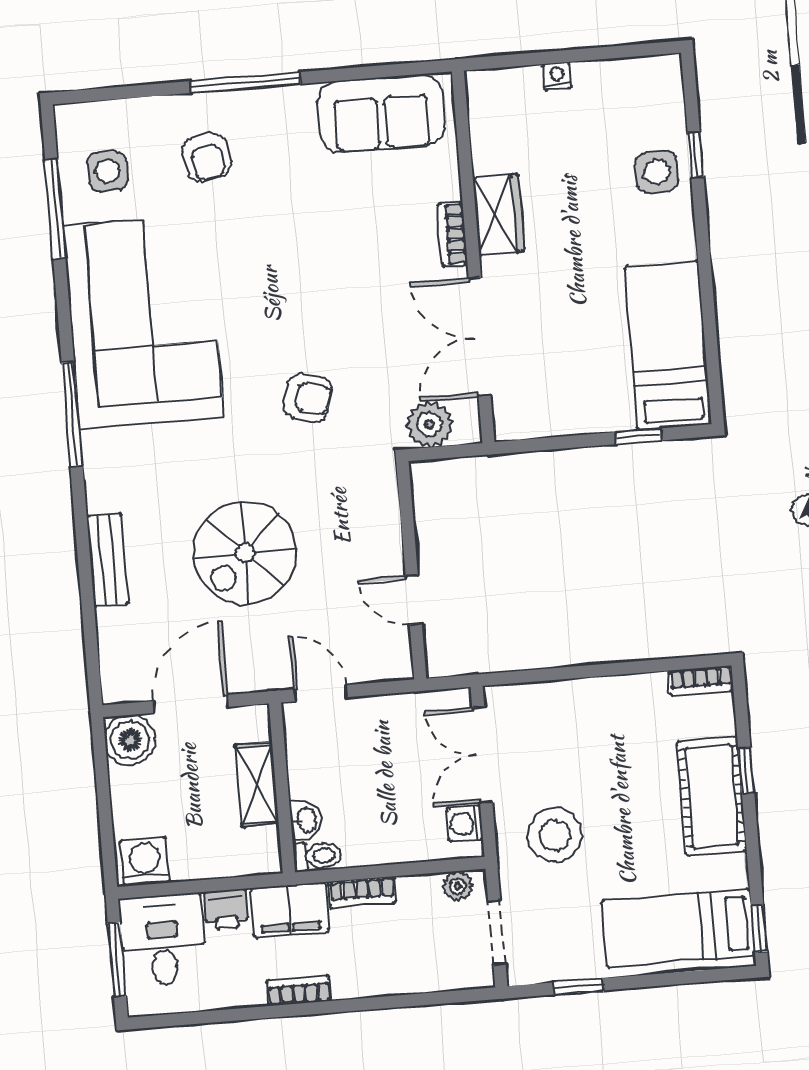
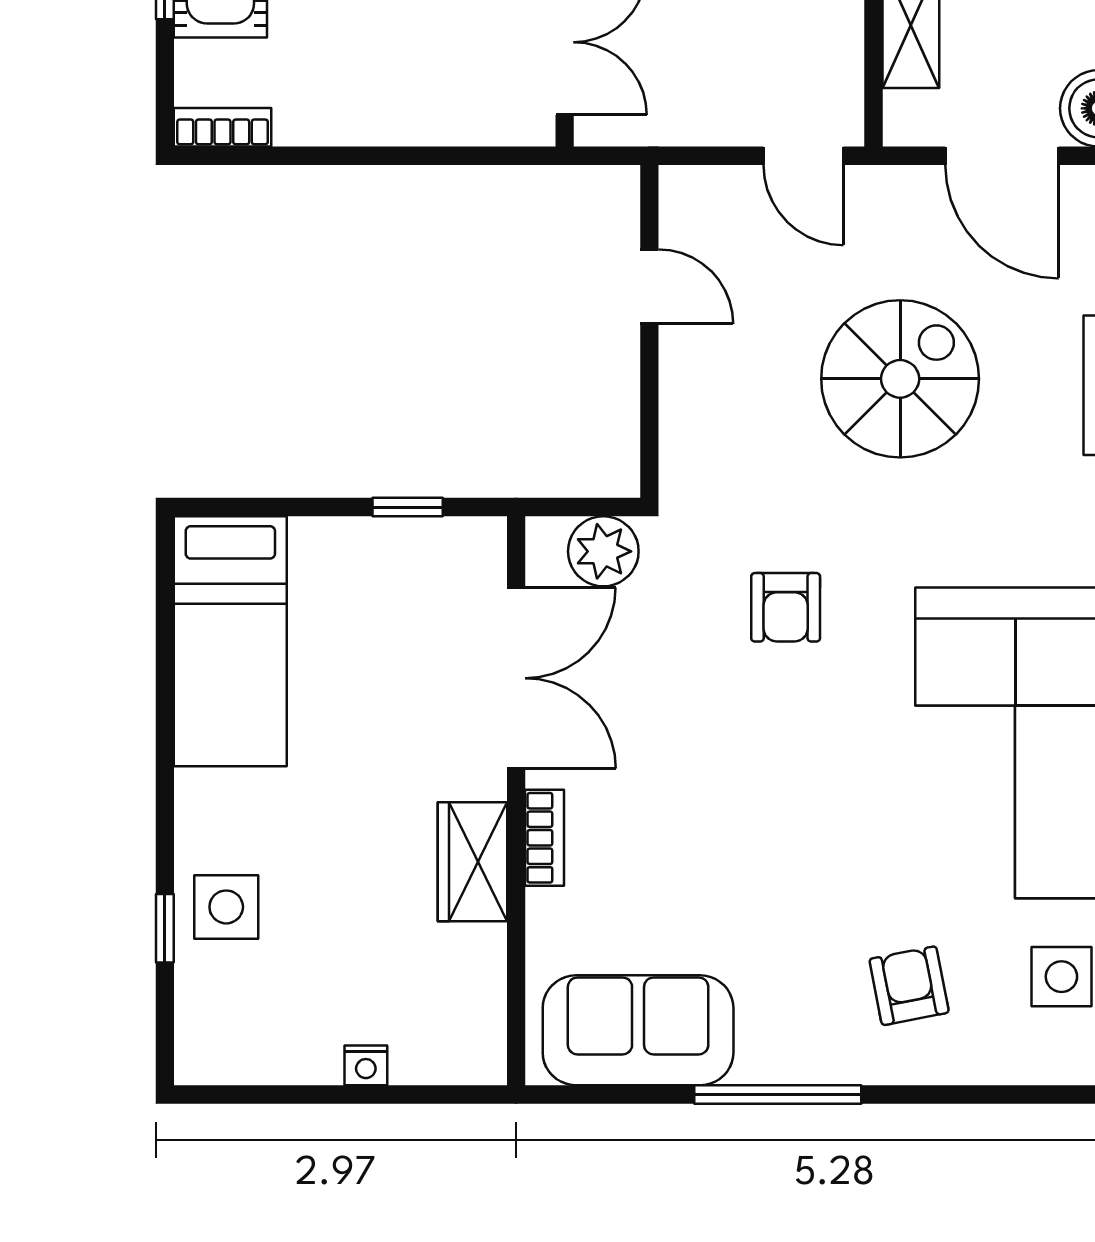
window: (245, 82) -> (778, 1094), moved
armchair: (308, 398) -> (786, 607), turned -105
window: (639, 436) -> (408, 507), moved
door: (191, 704) -> (1002, 156), hinge flipped

